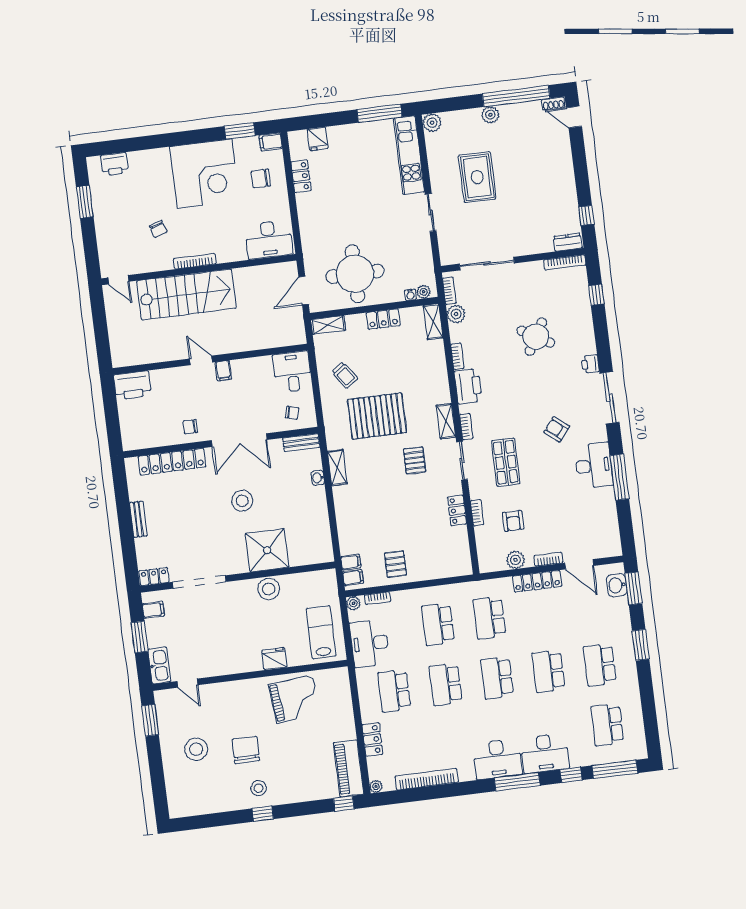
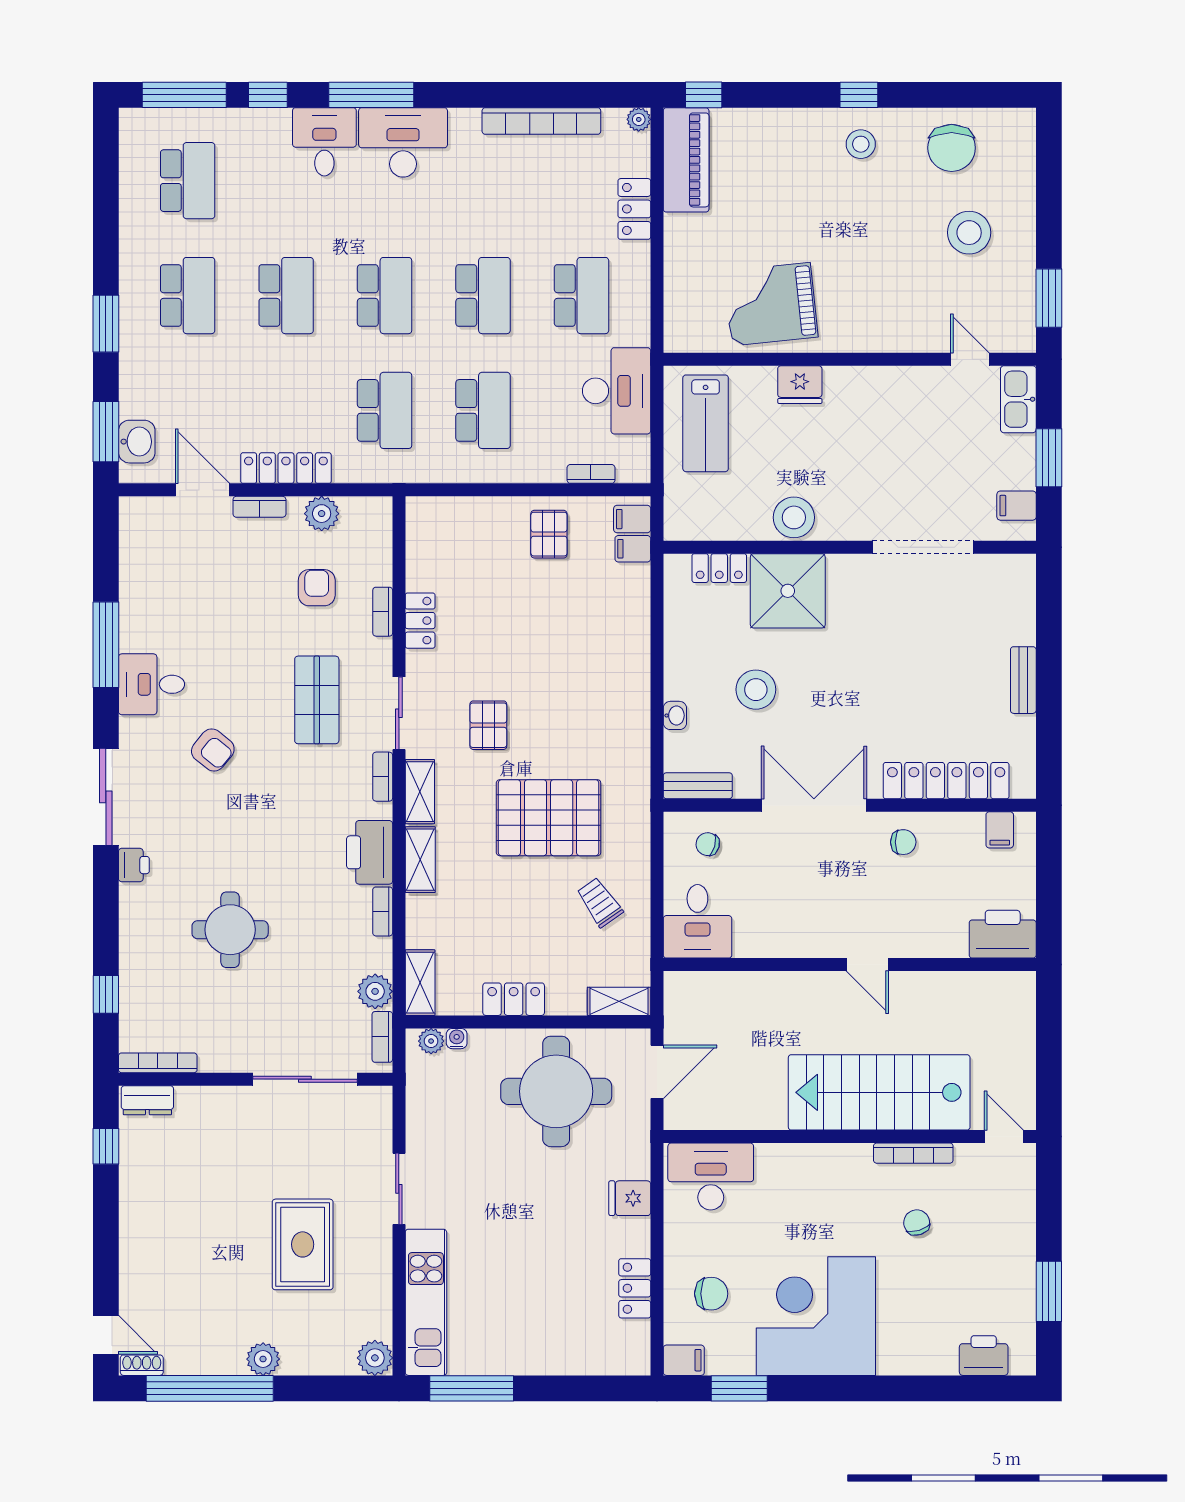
fridge: (318, 139) -> (630, 1198), moved, turned -90
bookcase: (195, 261) -> (913, 1153), moved
round table: (536, 337) -> (230, 930), turned -30
filing cabinet: (223, 371) -> (1000, 830), moved, turned 180
desk: (594, 465) -> (152, 684), width x0.73
shelving: (337, 468) -> (420, 860), moved
stool: (242, 501) -> (756, 690), moved
locker: (154, 577) -> (719, 568), moved
plant: (353, 603) -> (638, 470), removed
chair: (246, 750) -> (952, 148), moved
desk: (545, 753) -> (324, 142), width x0.73

